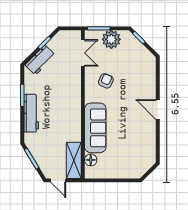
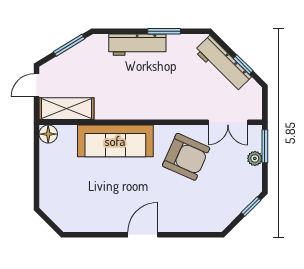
plant: (111, 39) -> (255, 158), width x0.53, depth x0.53
workbench: (40, 60) -> (223, 64), width x1.38
armchair: (106, 81) -> (186, 157), width x1.88, depth x1.88
floor lamp: (91, 160) -> (48, 134), moved

